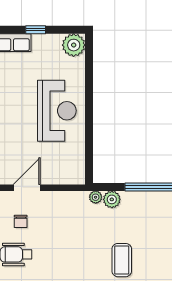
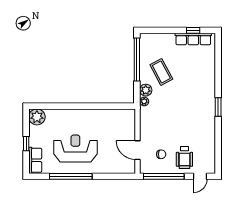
reception desk: (57, 111) -> (75, 149), moved
coffee table: (122, 260) -> (161, 72), moved, turned 62

